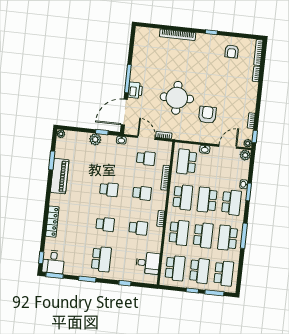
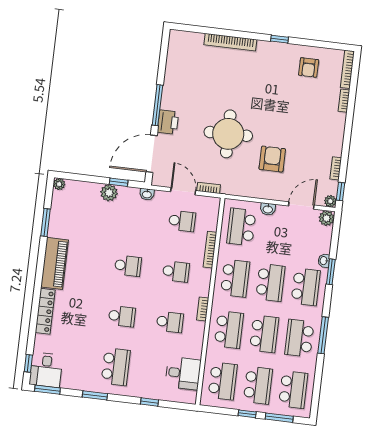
piano: (60, 176) -> (54, 263), moved
school desk: (207, 200) -> (270, 283), turned 180

